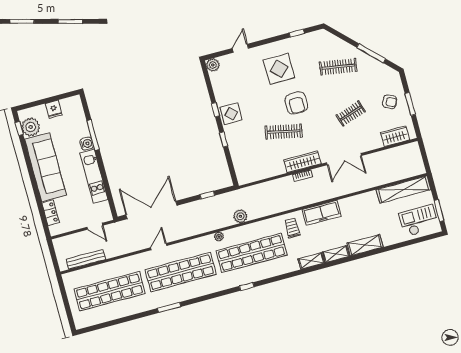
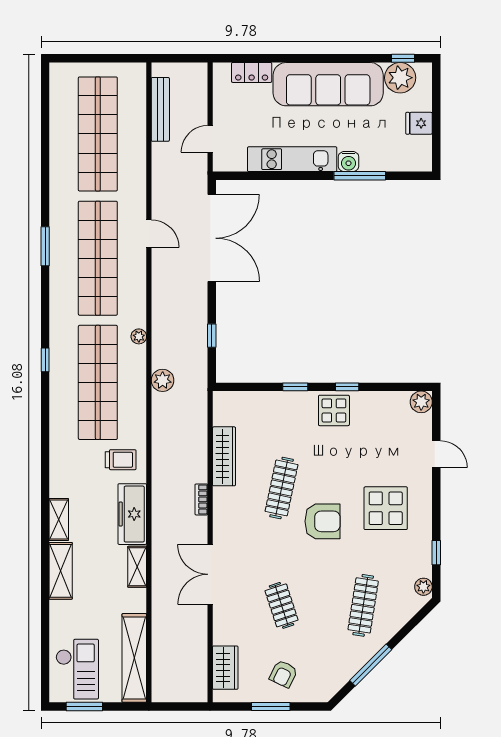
plant: (318, 35) -> (423, 587), added
armchair: (296, 103) -> (322, 521), turned 180
wardrobe: (302, 162) -> (224, 456), moved
shelving: (311, 261) -> (137, 567), moved
window: (169, 307) -> (45, 246), moved

